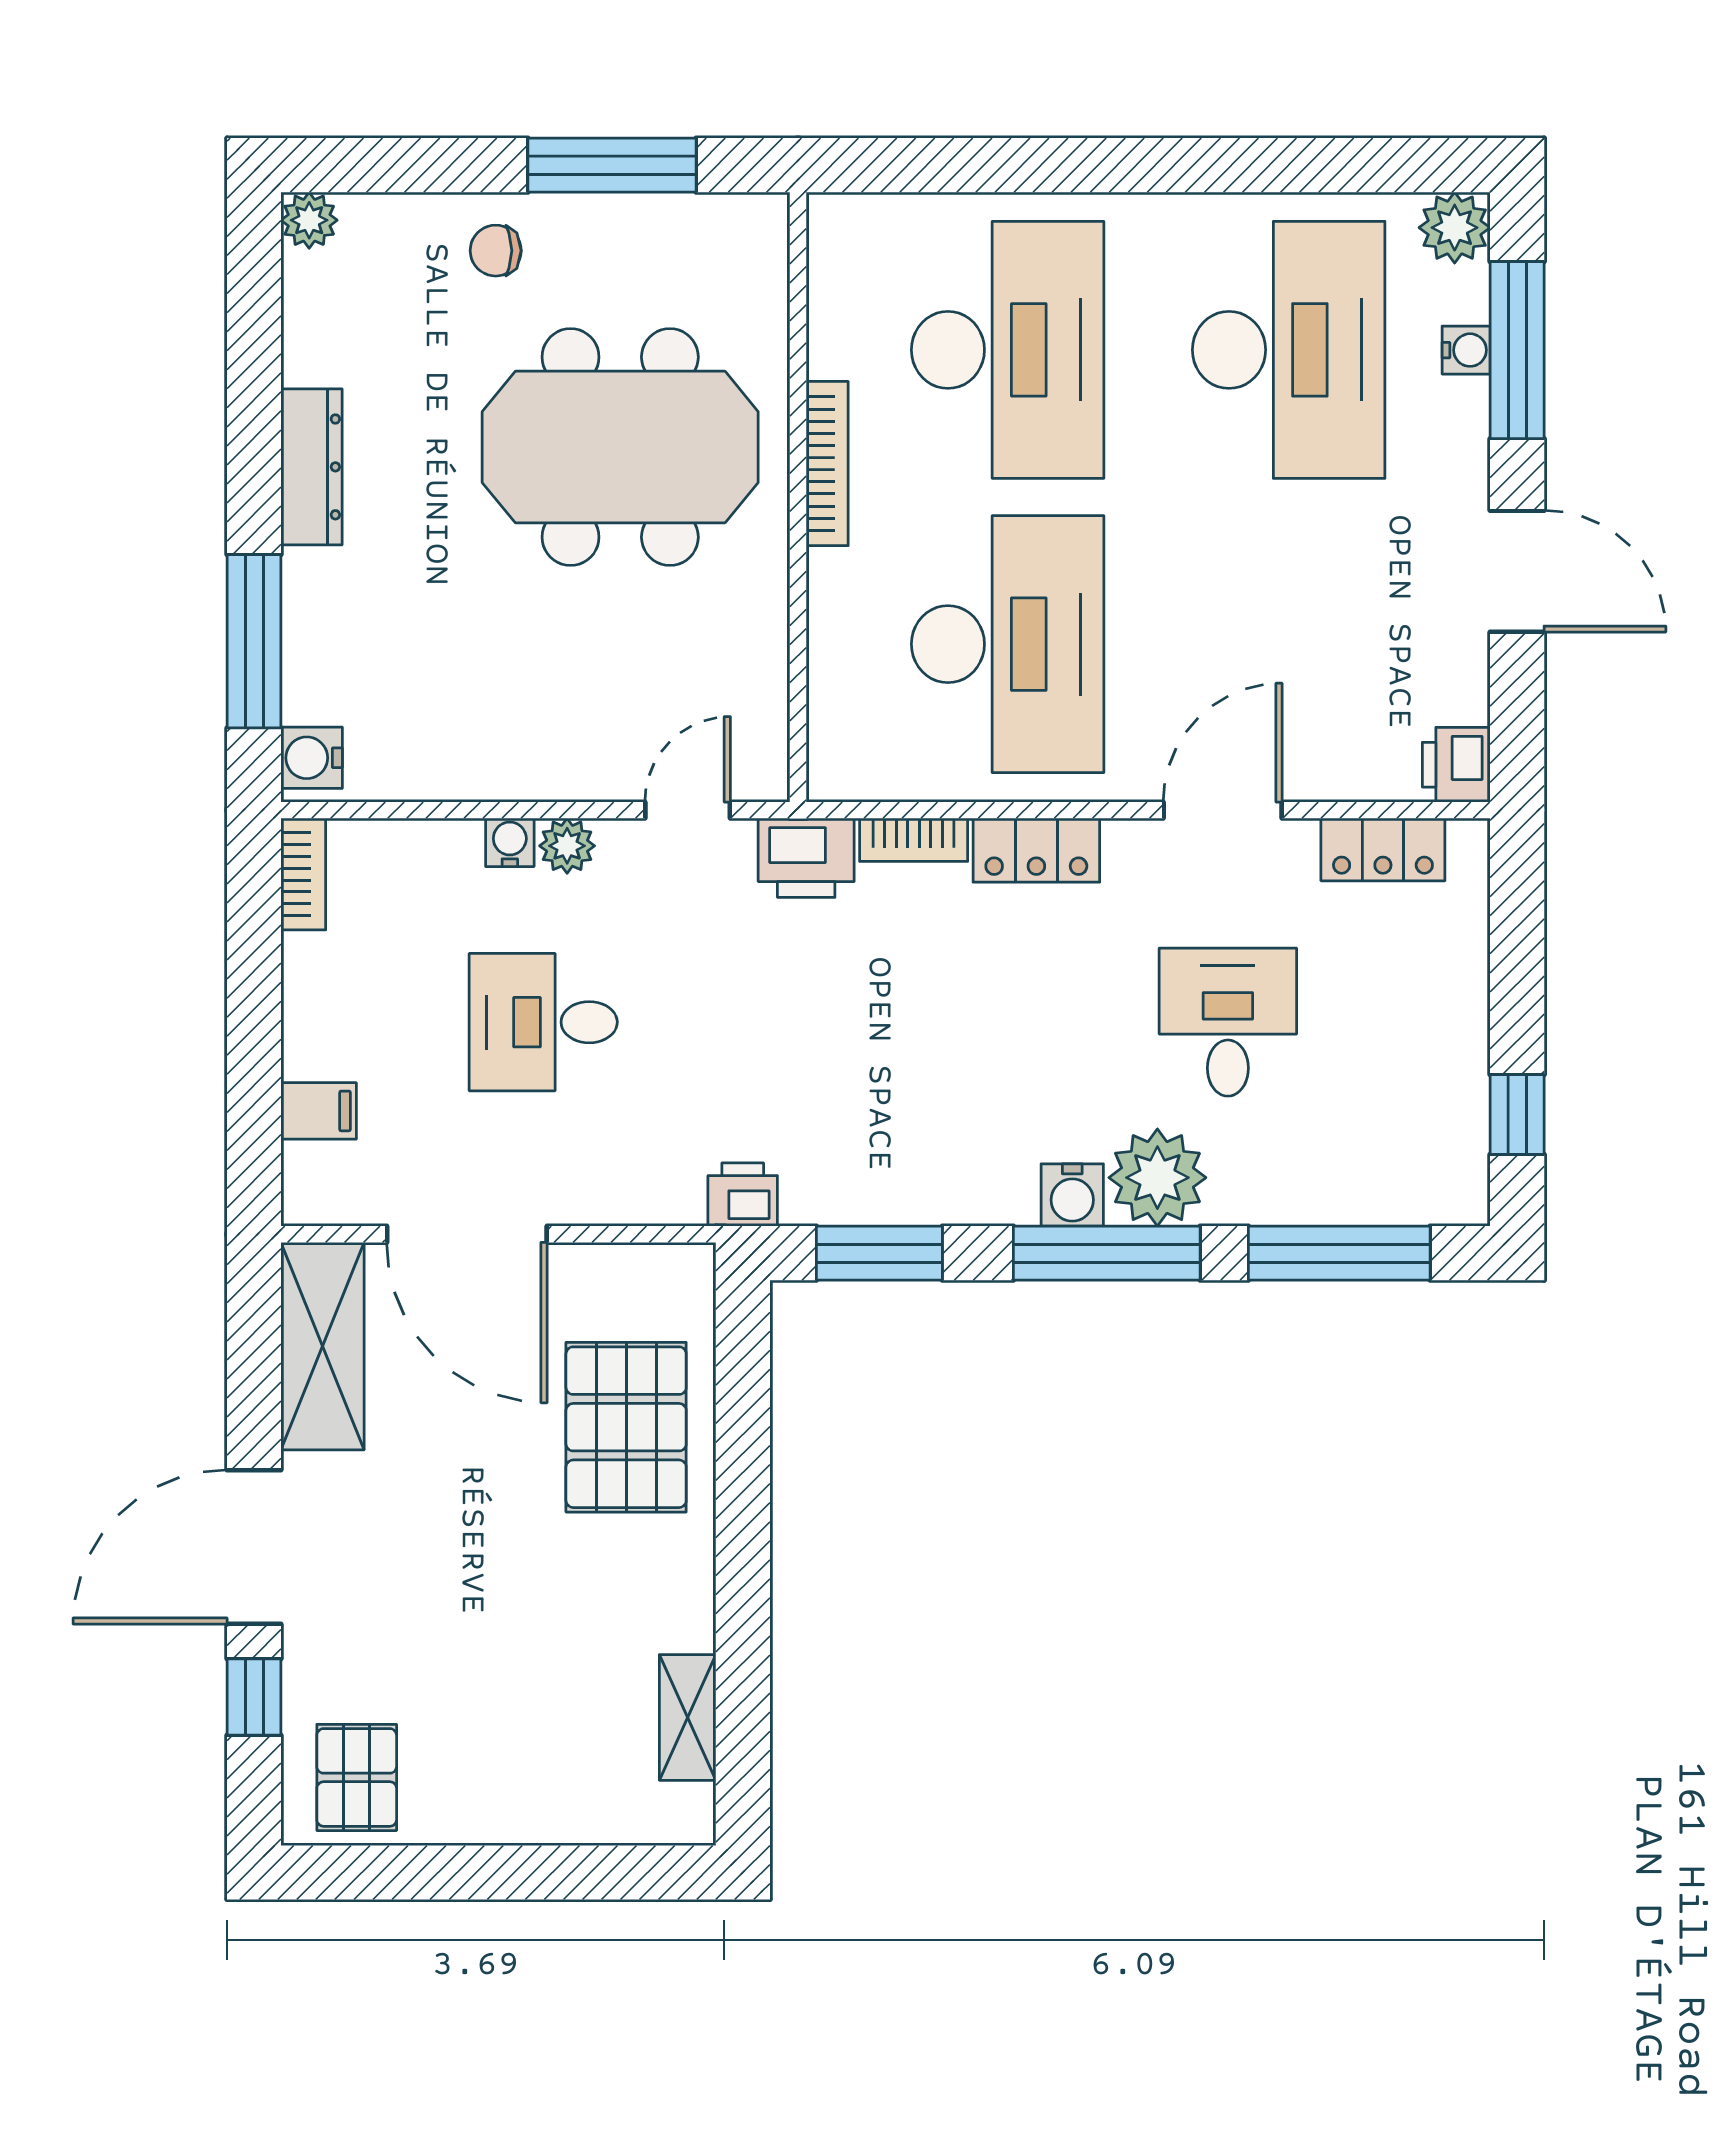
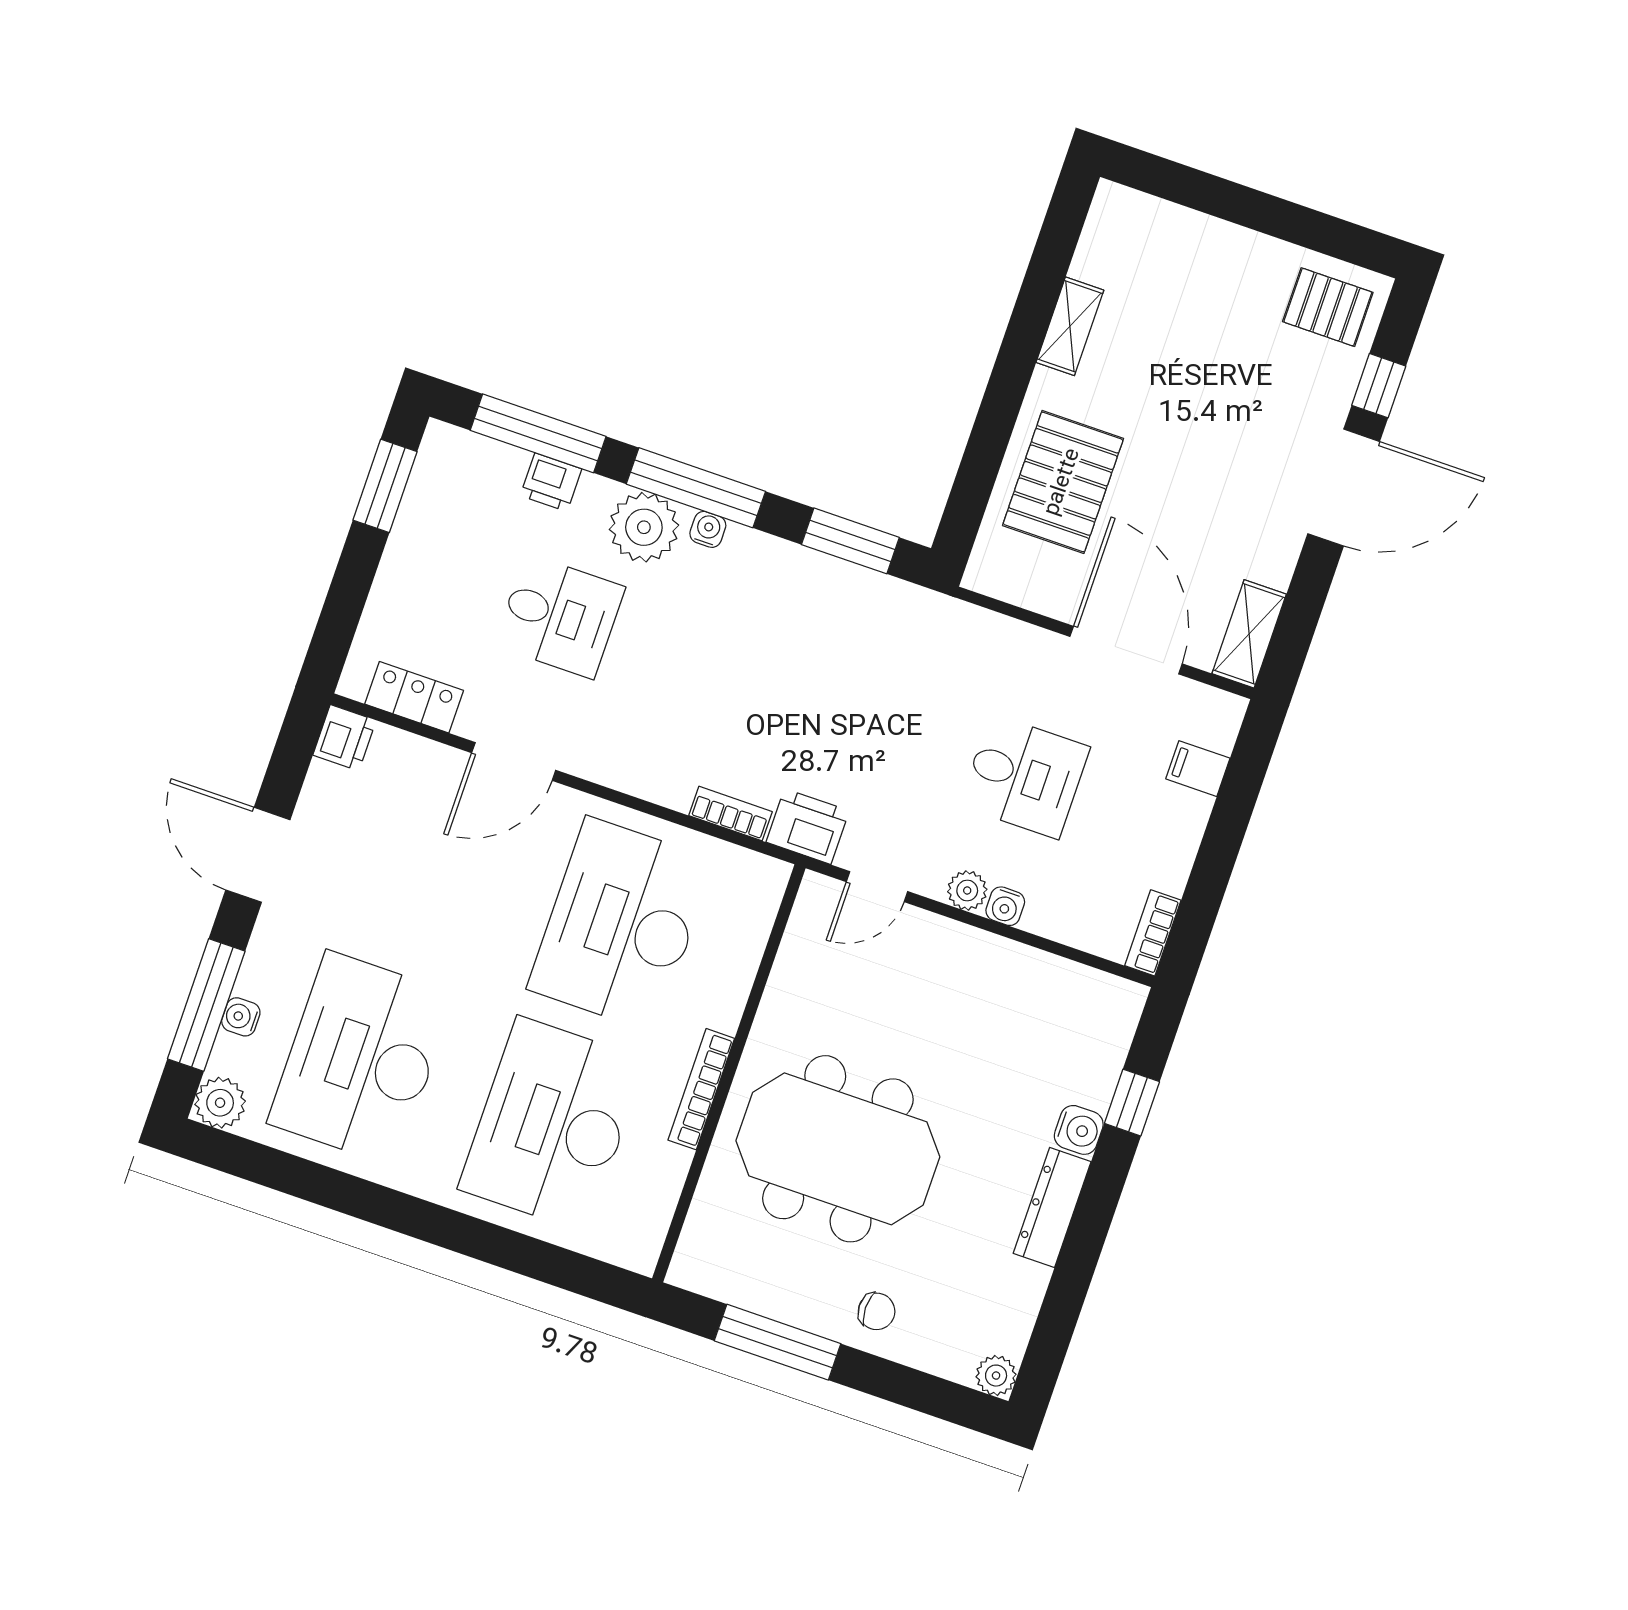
window: (254, 641) -> (1132, 1103), width x0.46
water cooler: (312, 758) -> (1079, 1130), moved
locker: (1036, 850) -> (650, 778), removed
desk: (1228, 1022) -> (560, 616), turned -90
window: (1517, 1115) -> (385, 486), width x1.50
printer: (743, 1195) -> (551, 482), moved
water cooler: (1072, 1195) -> (708, 529), width x0.72, depth x0.72
shelving: (322, 1346) -> (1249, 634), width x0.67, depth x0.75
shelving: (688, 1717) -> (1070, 326), moved
pallet: (357, 1777) -> (1328, 307), turned 90

